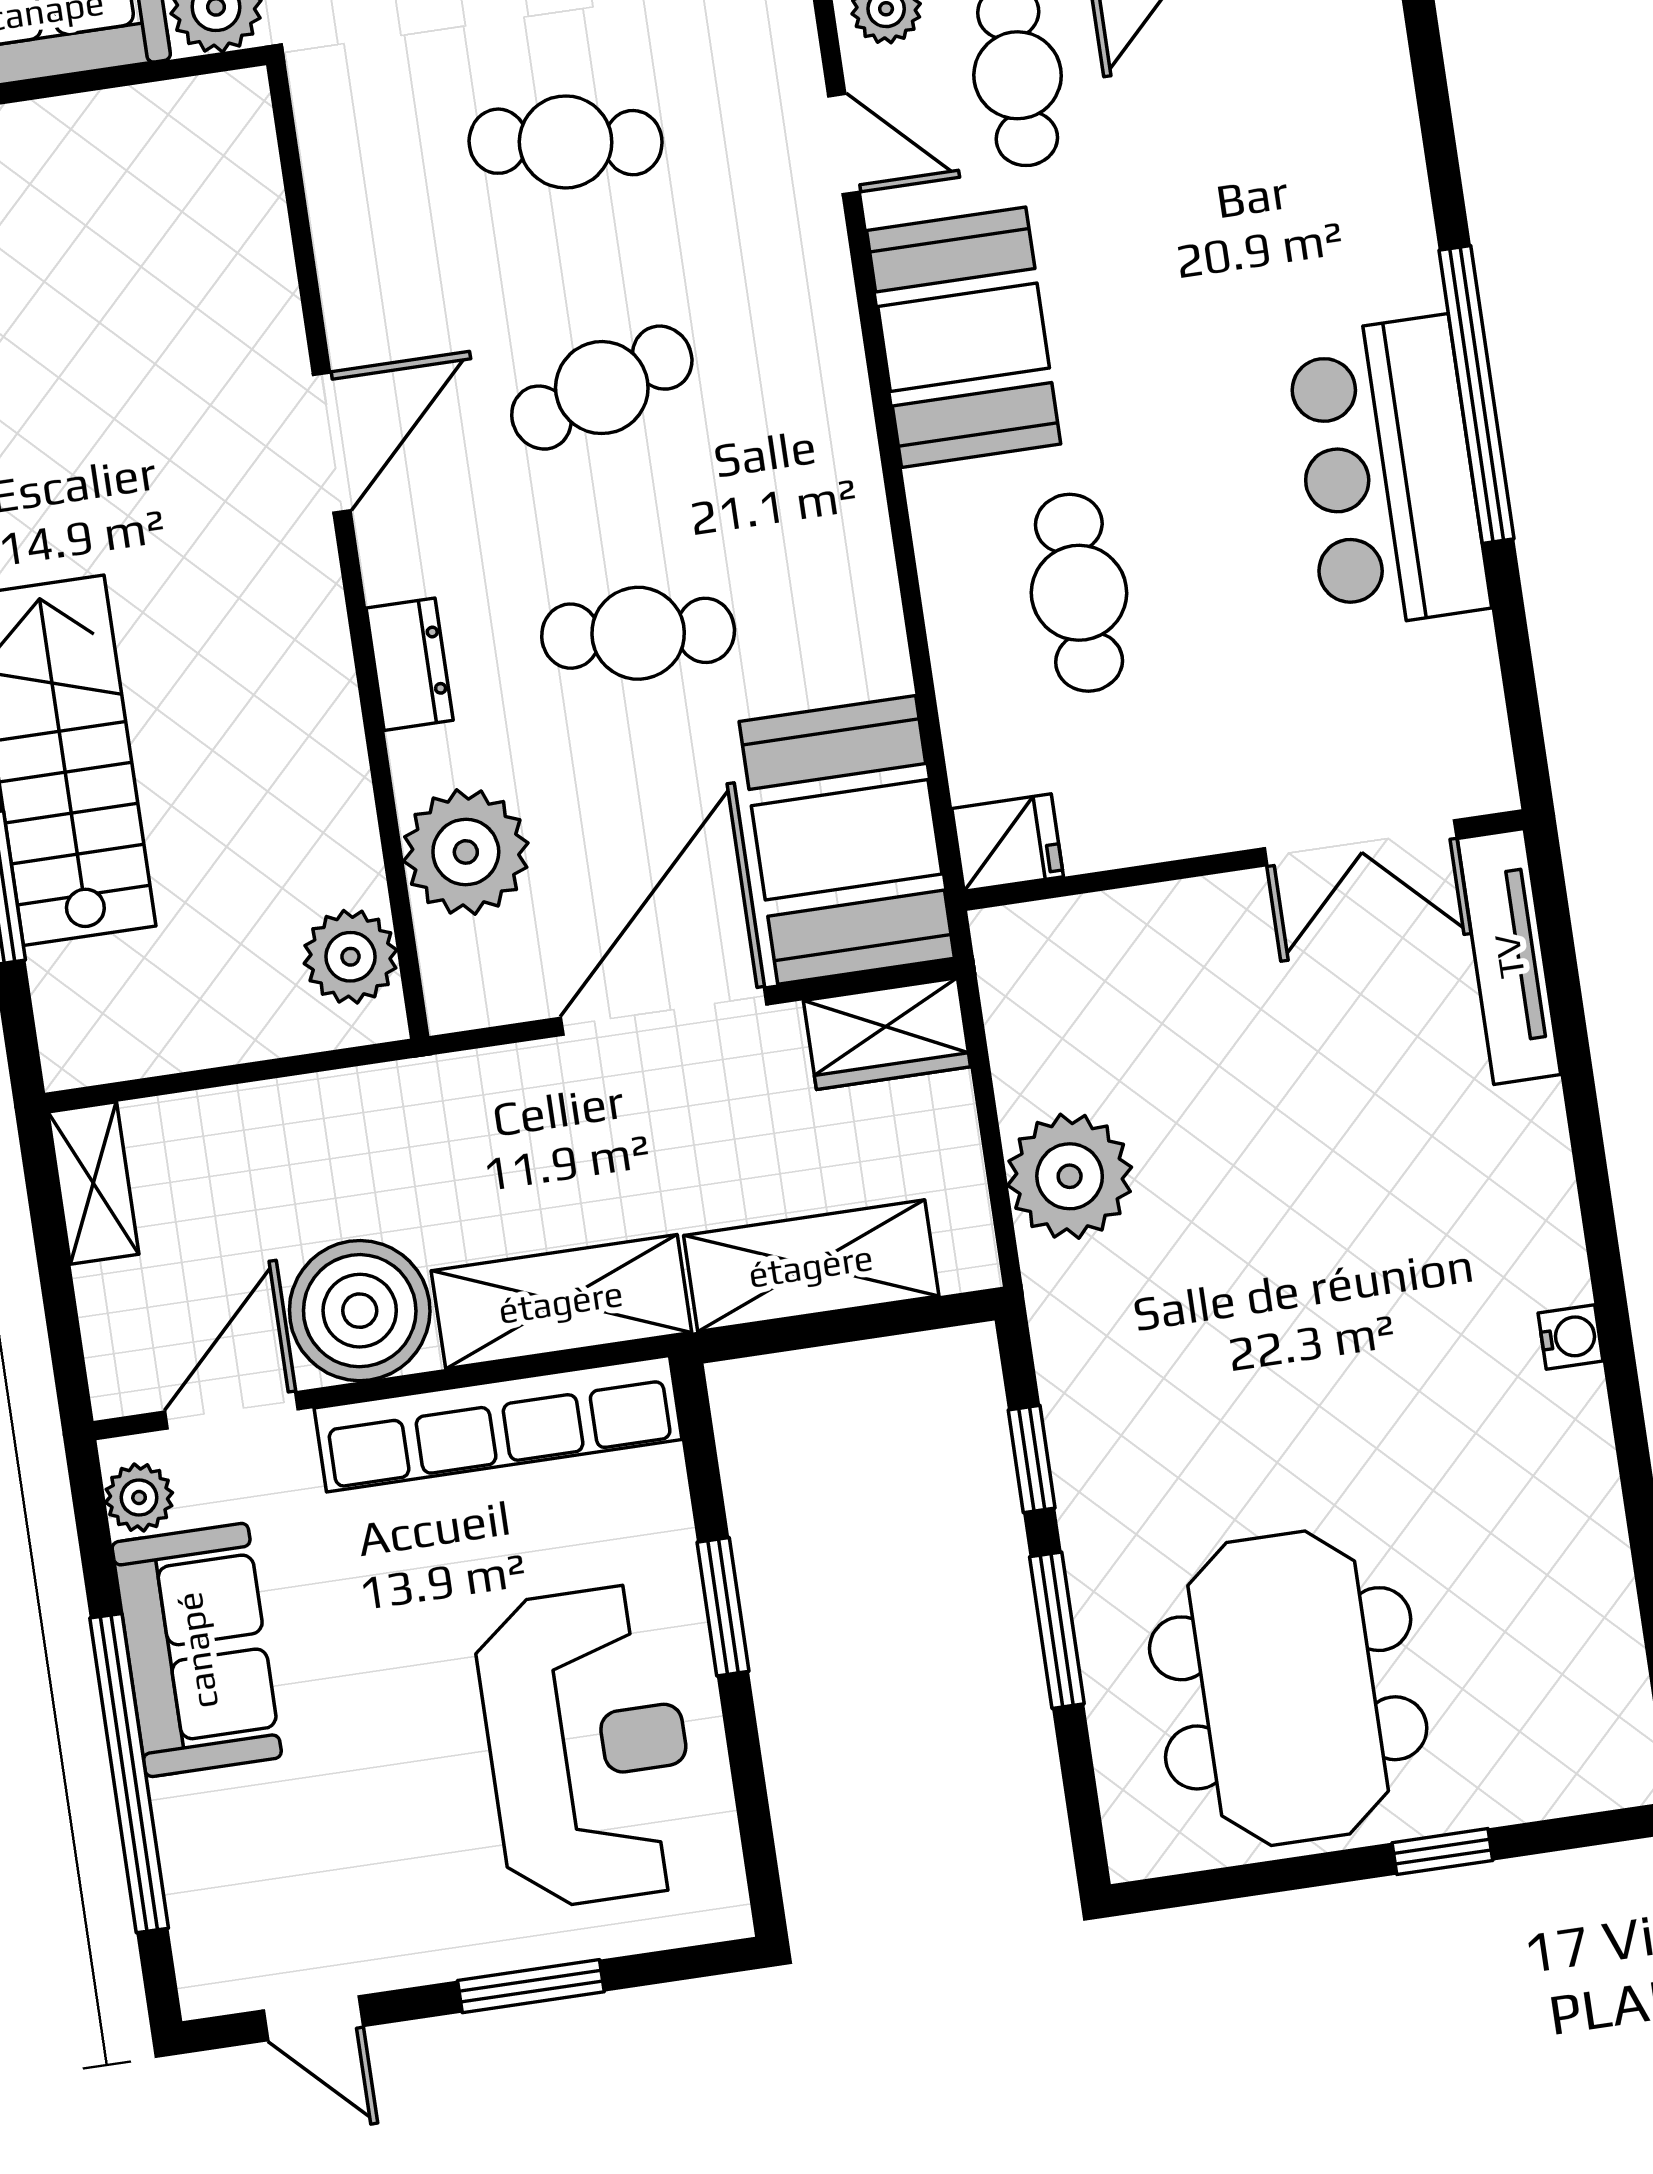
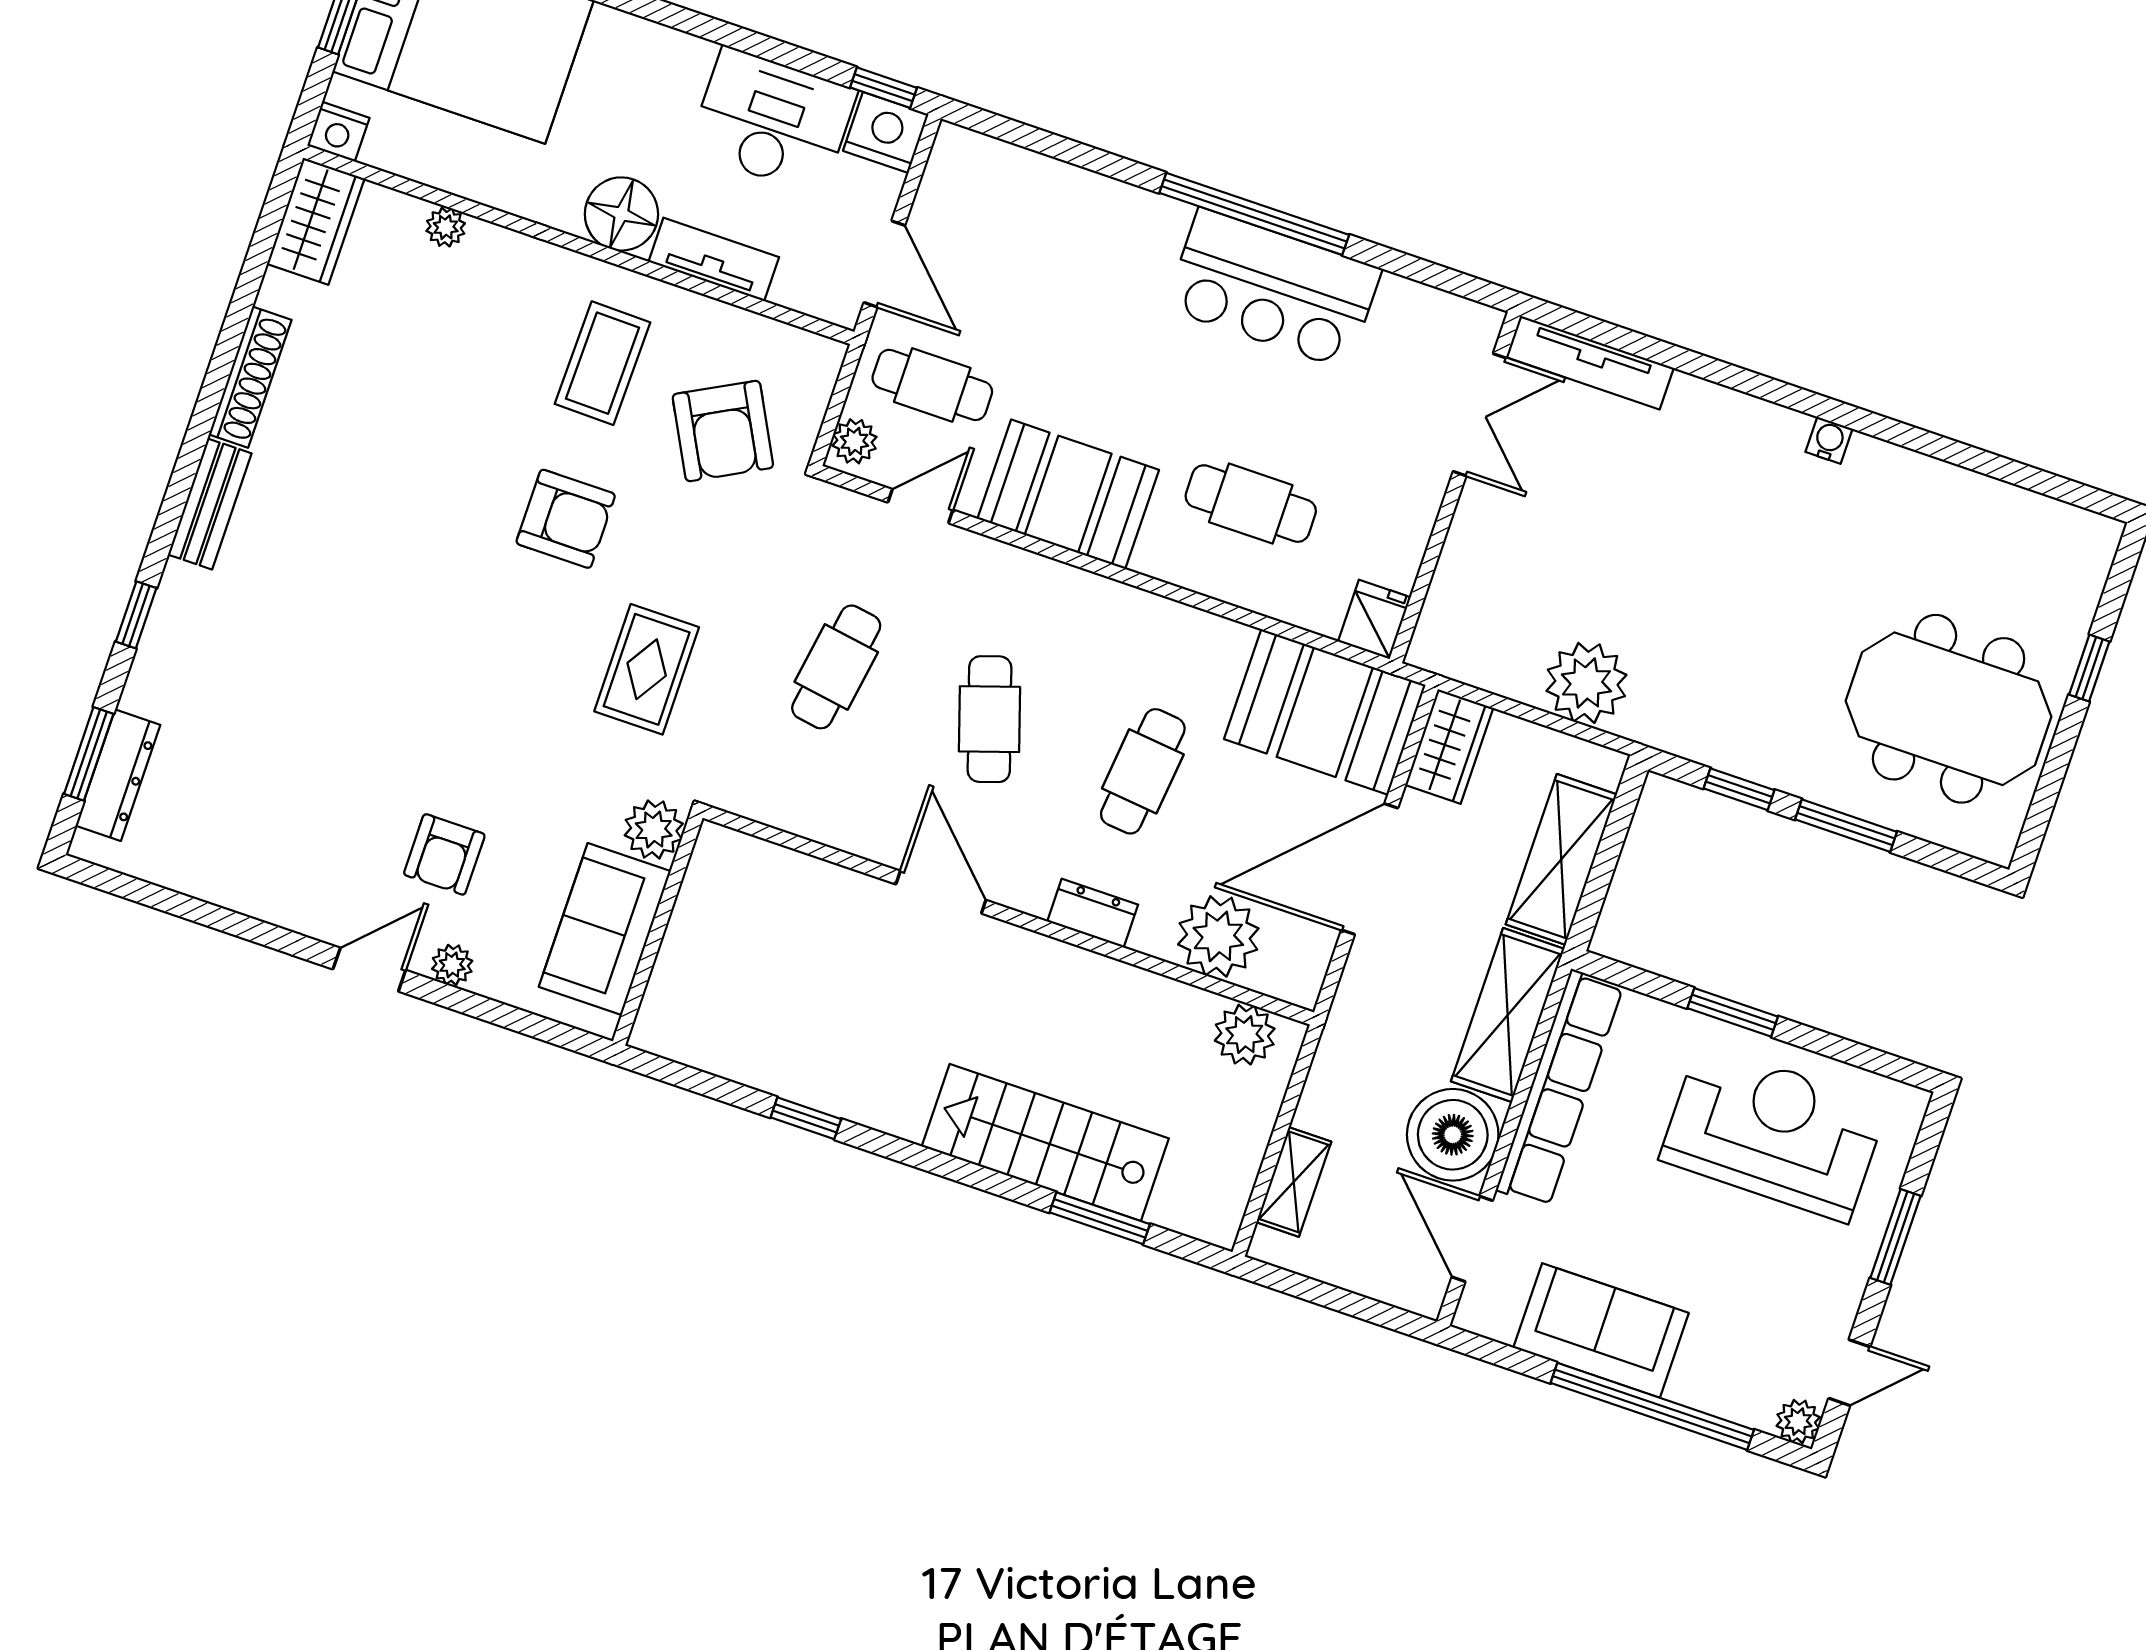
door: (664, 1011) -> (1370, 869), hinge flipped
shelving: (93, 1183) -> (1294, 1182), moved, turned 90
plant: (139, 1498) -> (1798, 1422), moved

